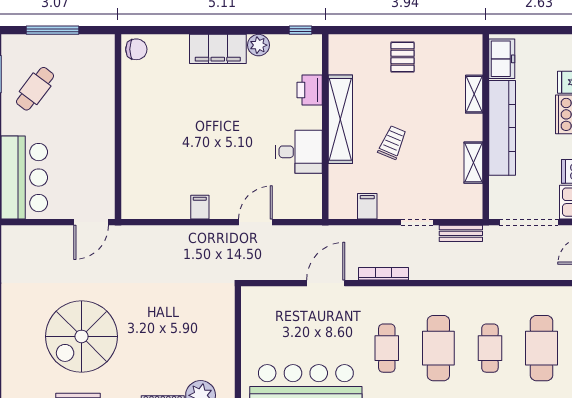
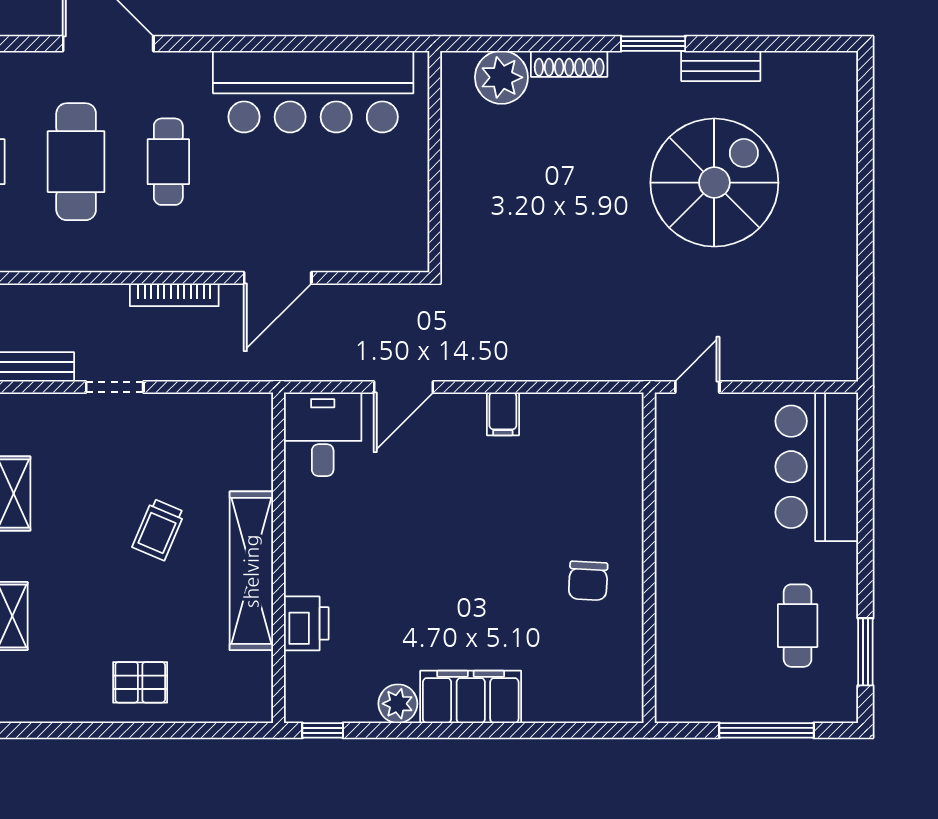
chair: (136, 49) -> (588, 581), moved, turned -87
pallet: (403, 57) -> (140, 682), turned 90
cafe table: (35, 89) -> (798, 626), turned -37
desk: (299, 152) -> (323, 434), moved, turned 90
filing cabinet: (367, 206) -> (203, 415), removed
door: (91, 222) -> (697, 387), width x0.73

